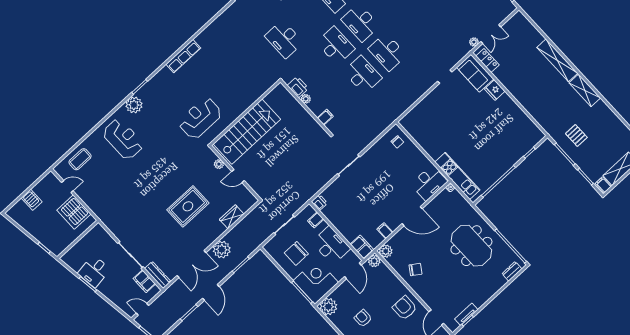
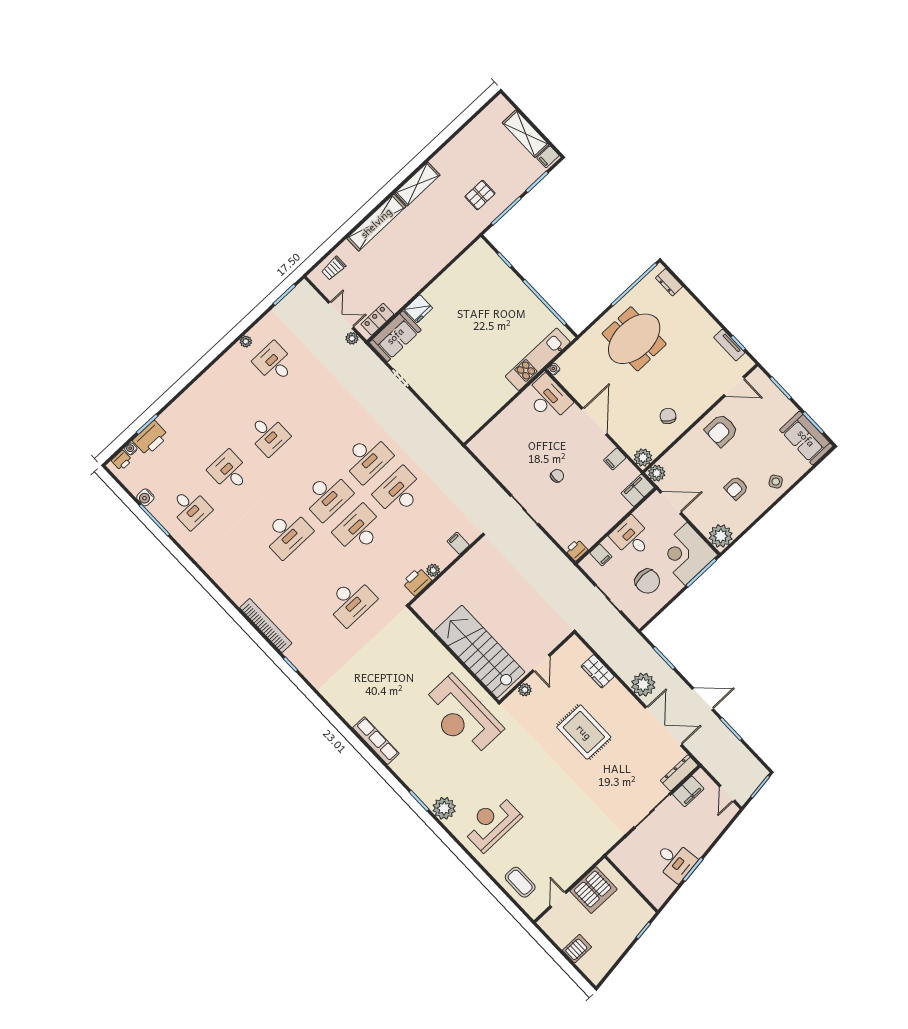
trolley: (525, 29) -> (334, 268), added
reception desk: (200, 118) -> (462, 716), width x1.36, depth x1.30
chair: (397, 142) -> (557, 476), moved
desk: (331, 245) -> (631, 537), width x0.73

